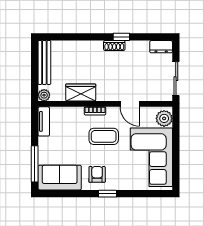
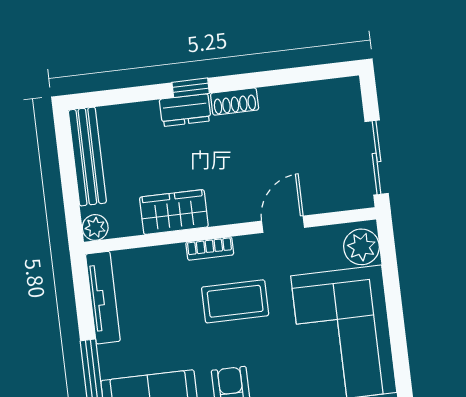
window: (121, 37) -> (191, 88), moved
dresser: (161, 47) -> (185, 110), moved
door: (130, 104) -> (283, 224), swing flipped
tv unit: (44, 121) -> (103, 298), width x1.41

